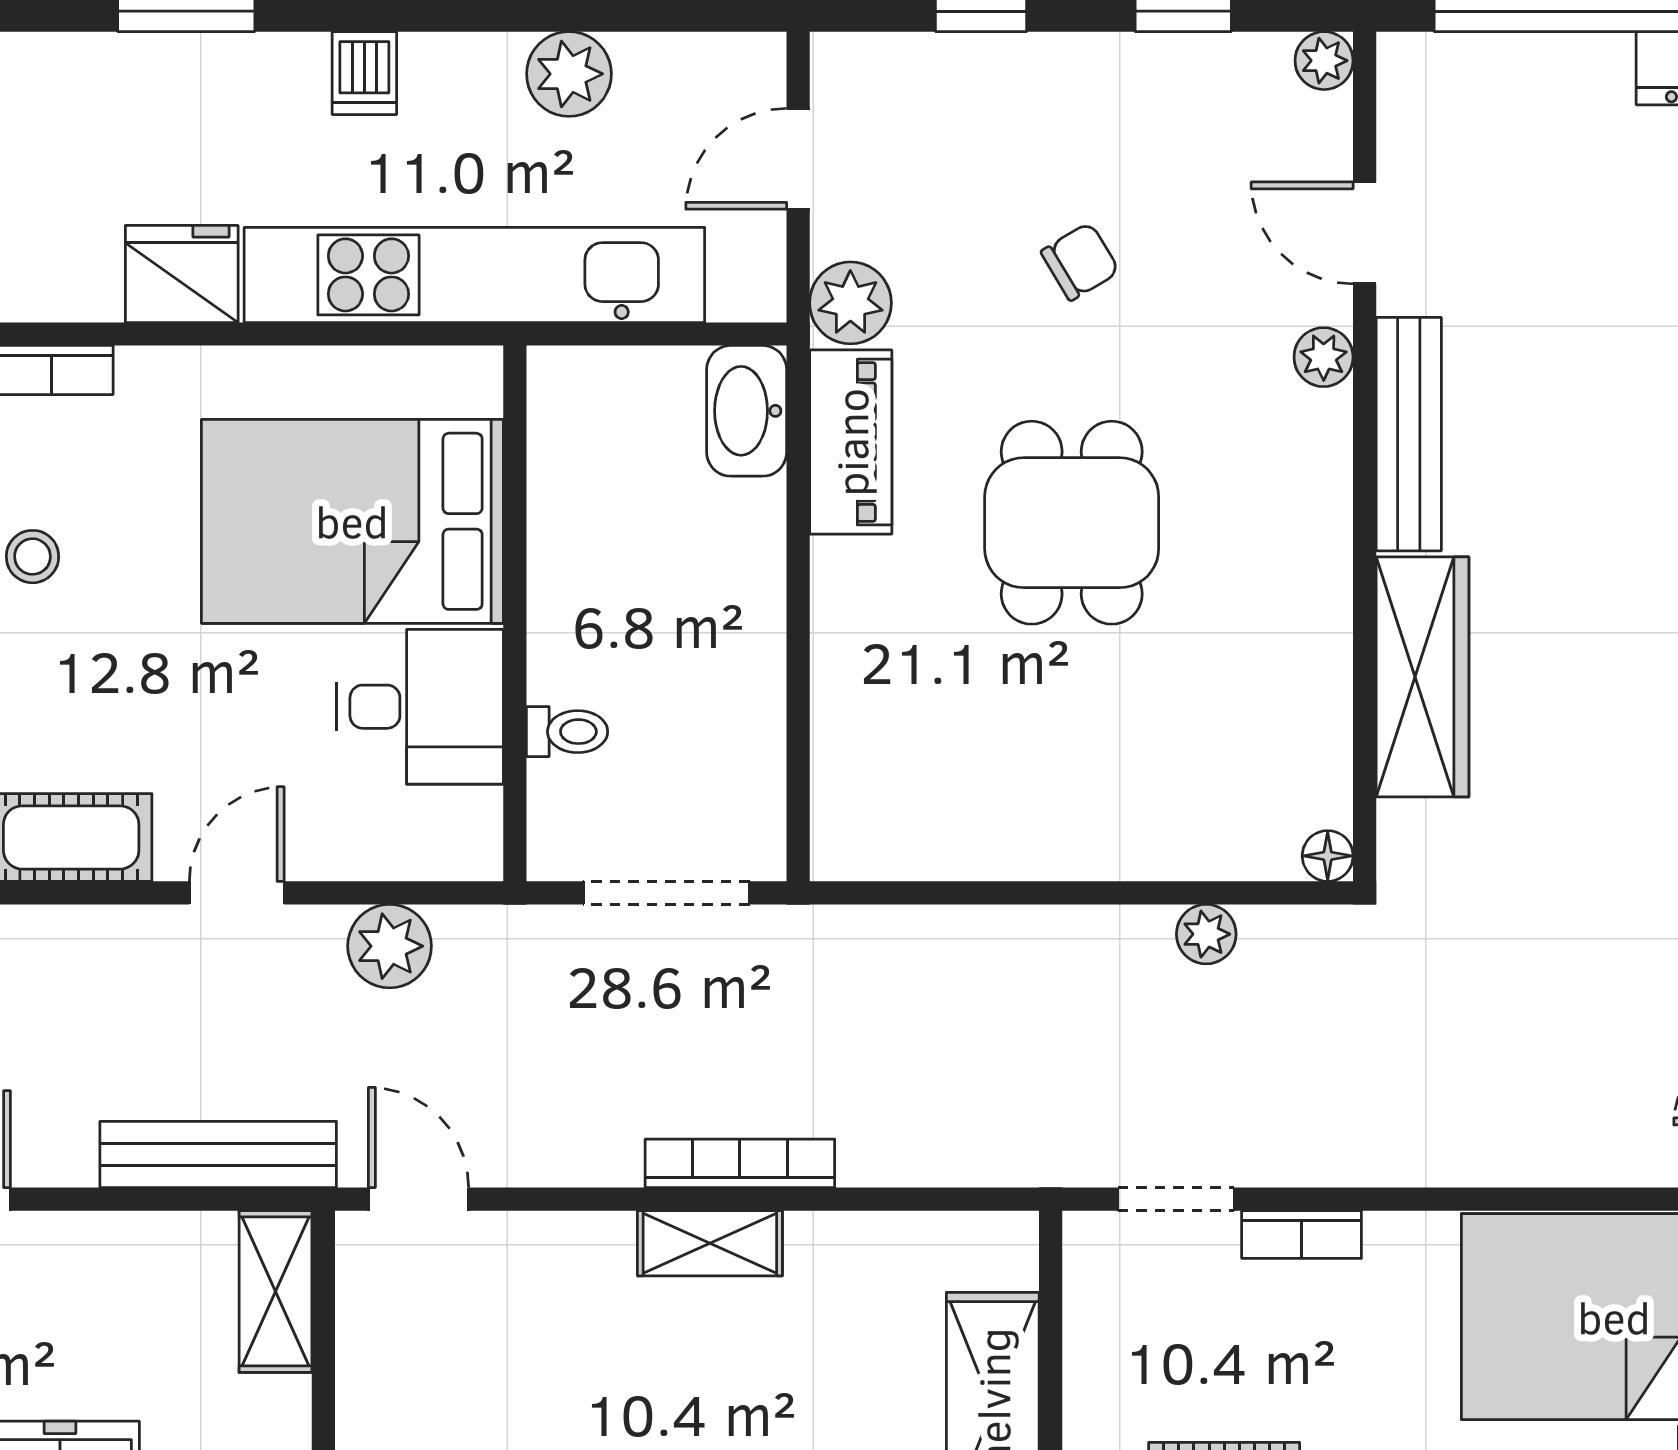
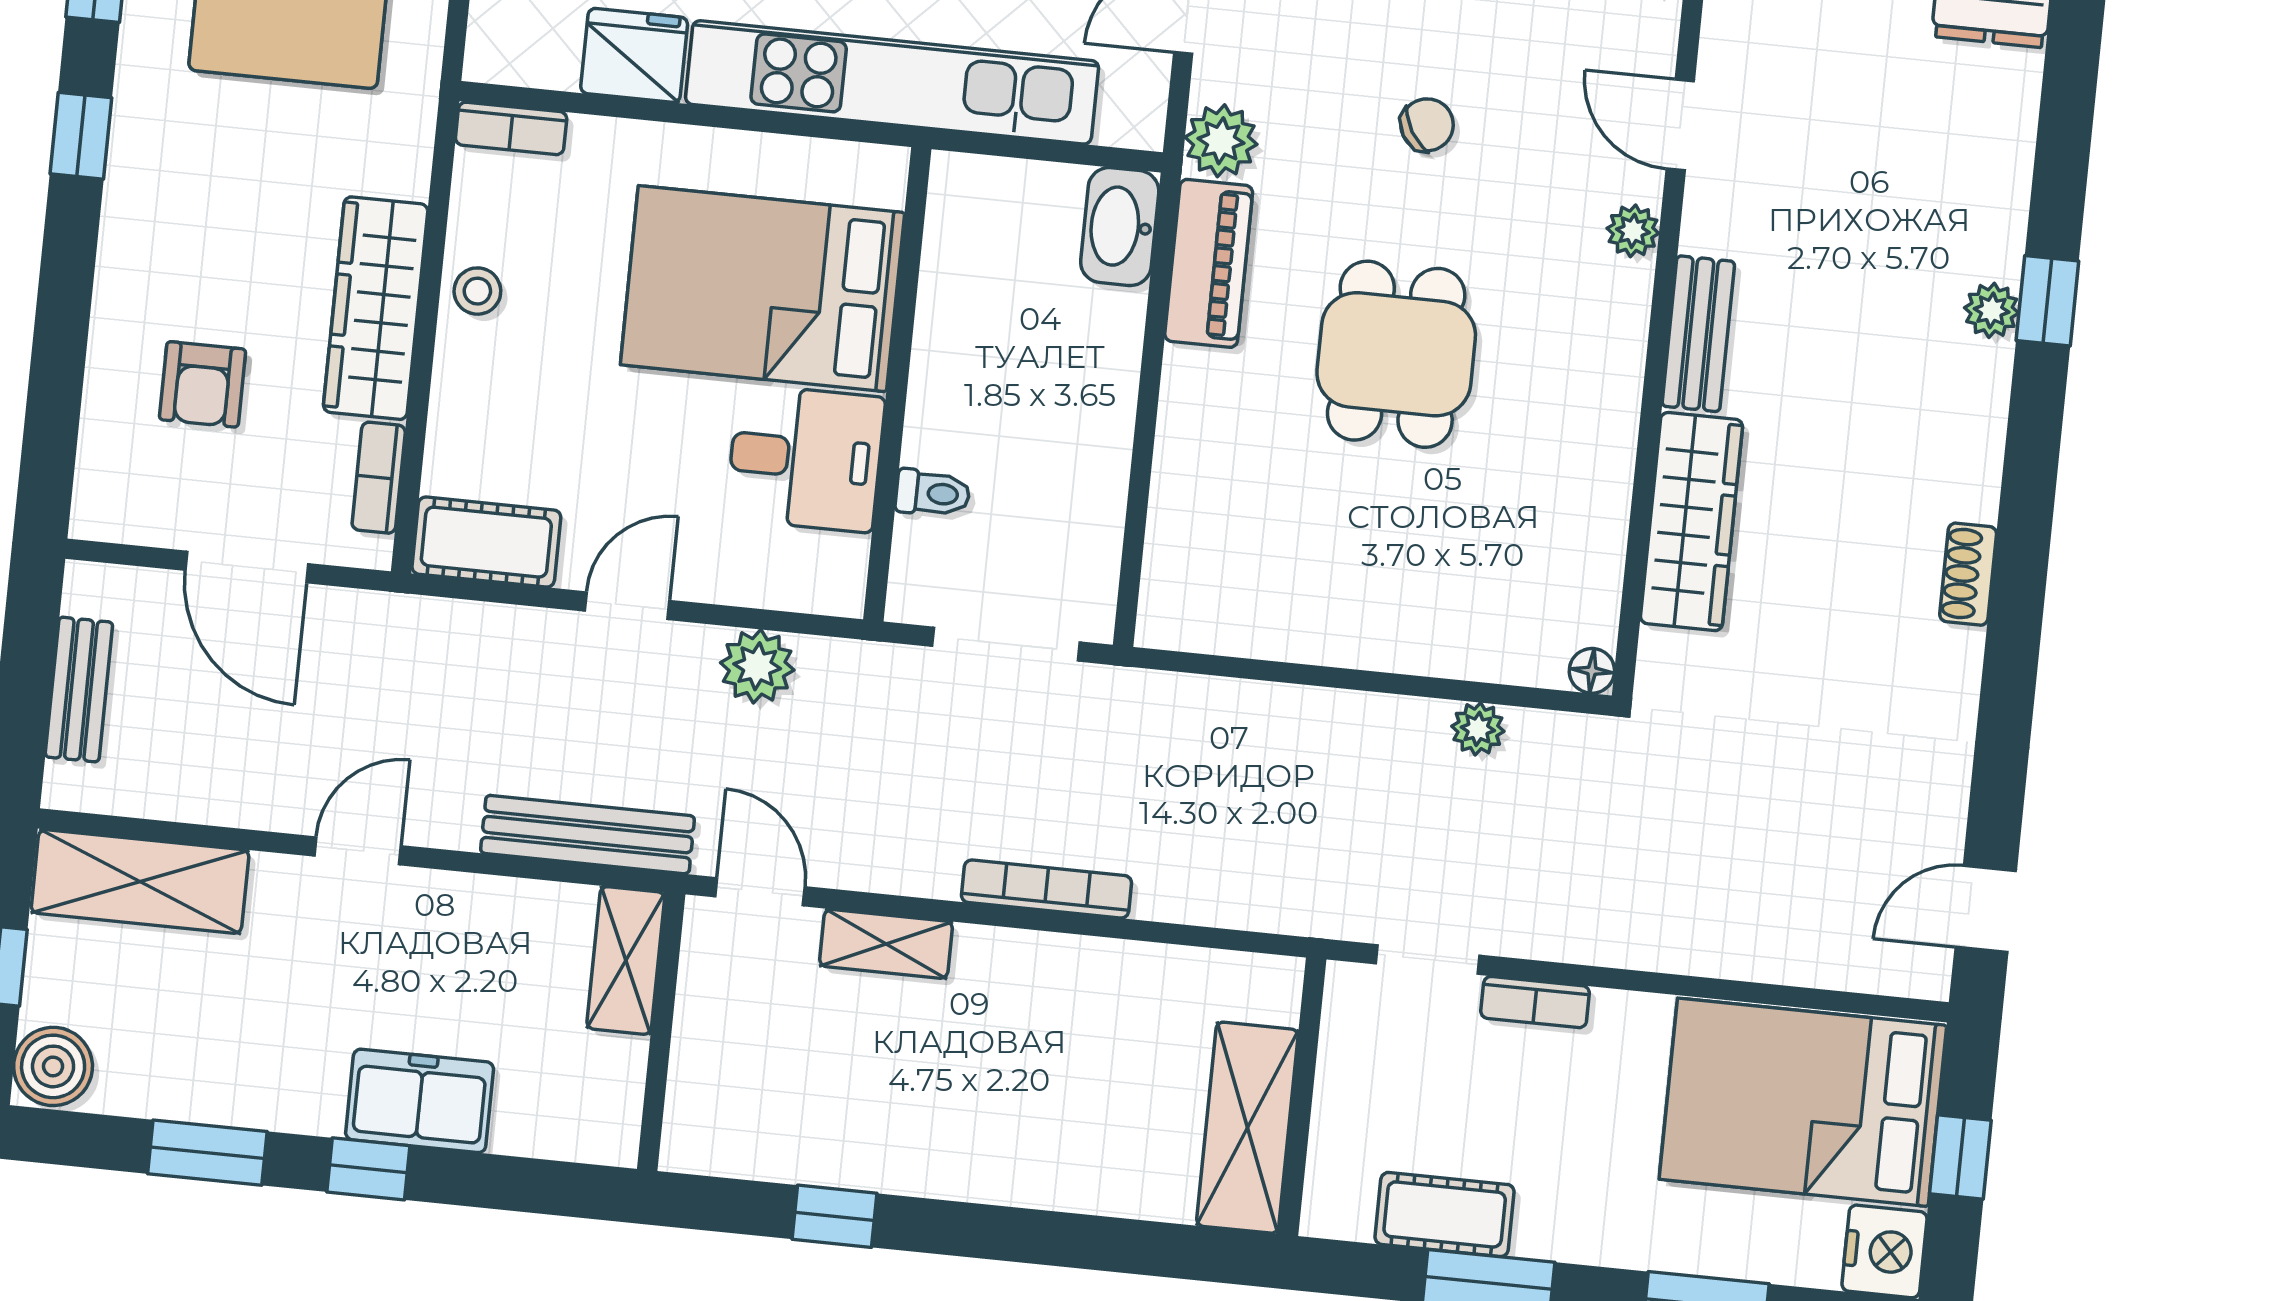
bench: (1409, 434) -> (1698, 334), width x0.73
shelving: (710, 1243) -> (886, 944), moved

